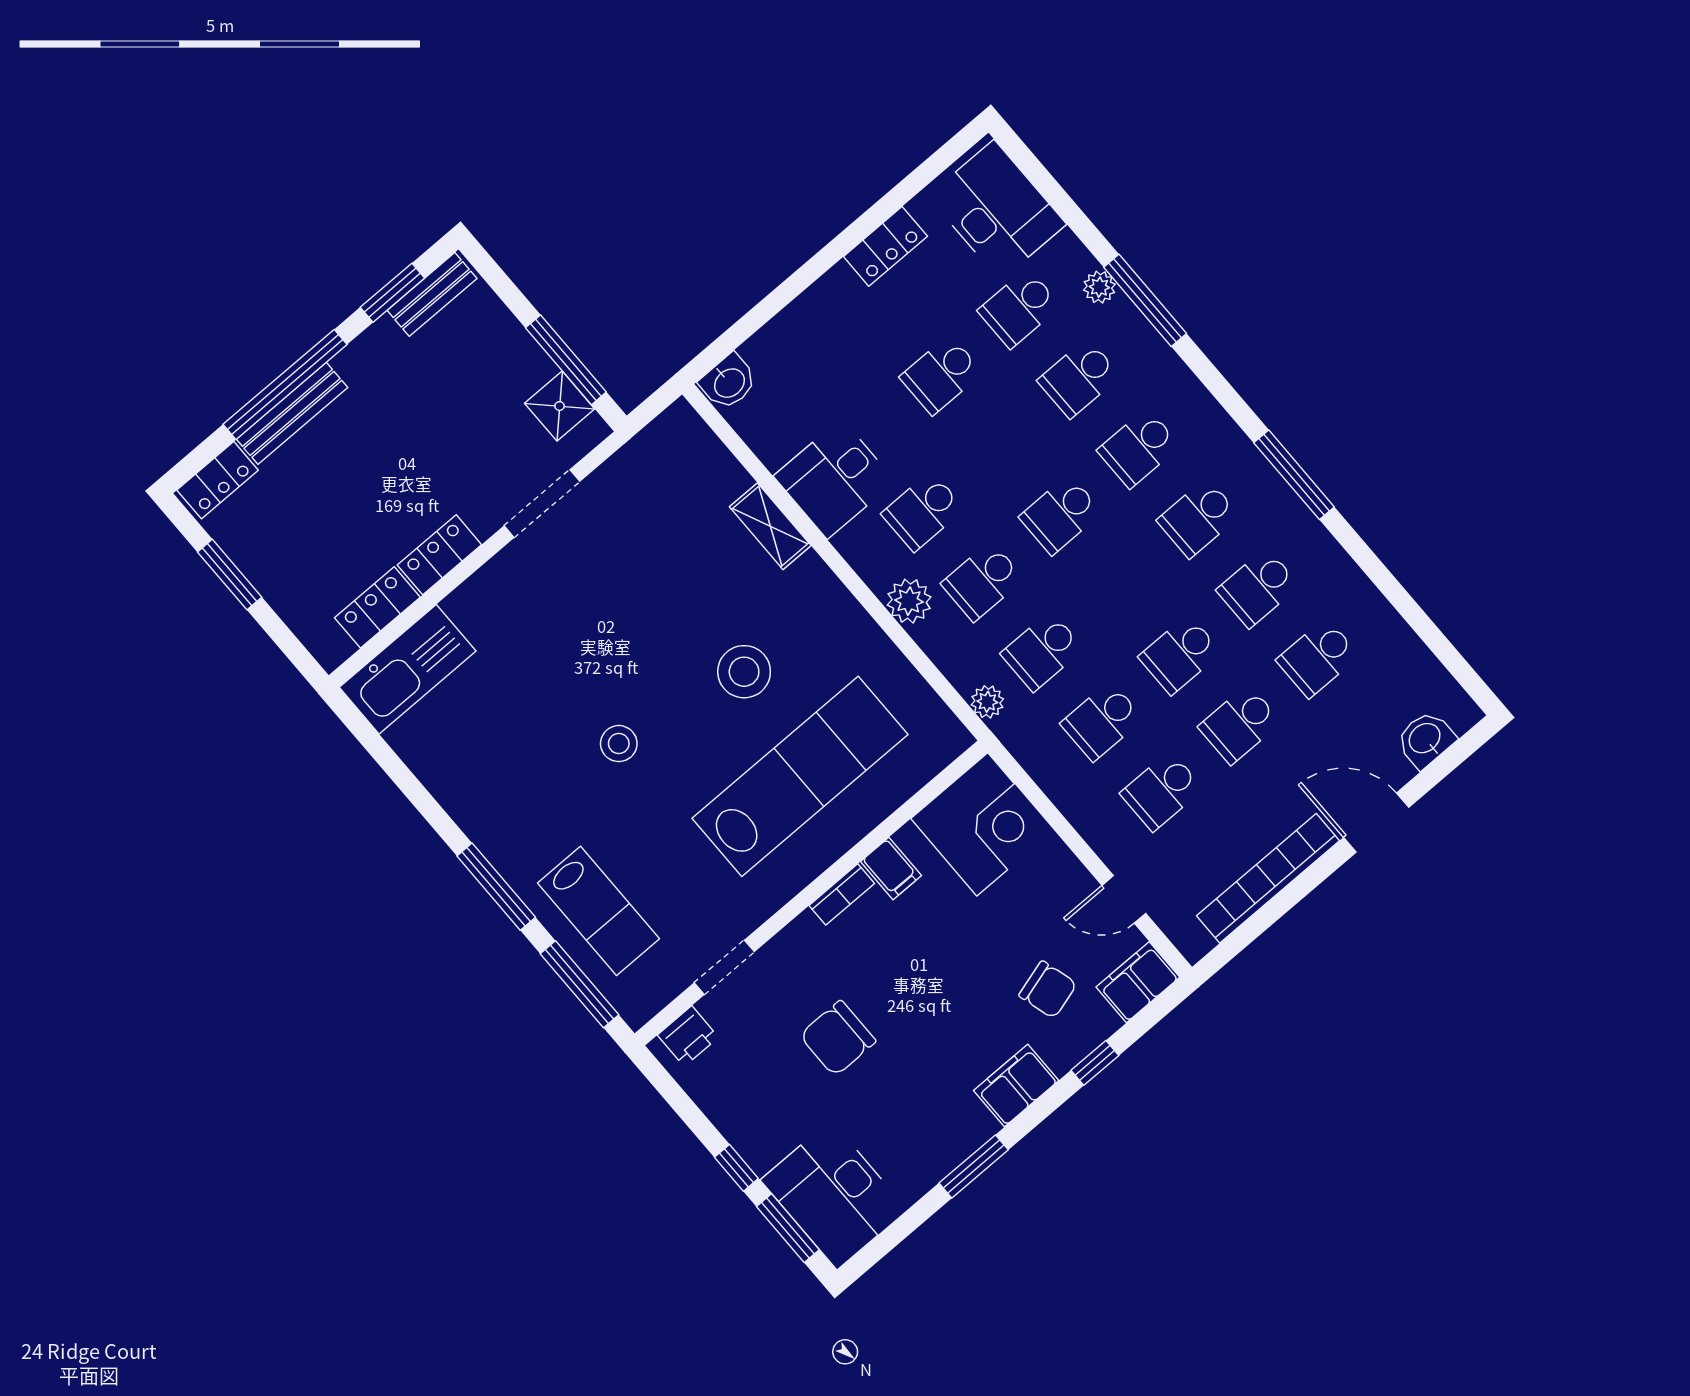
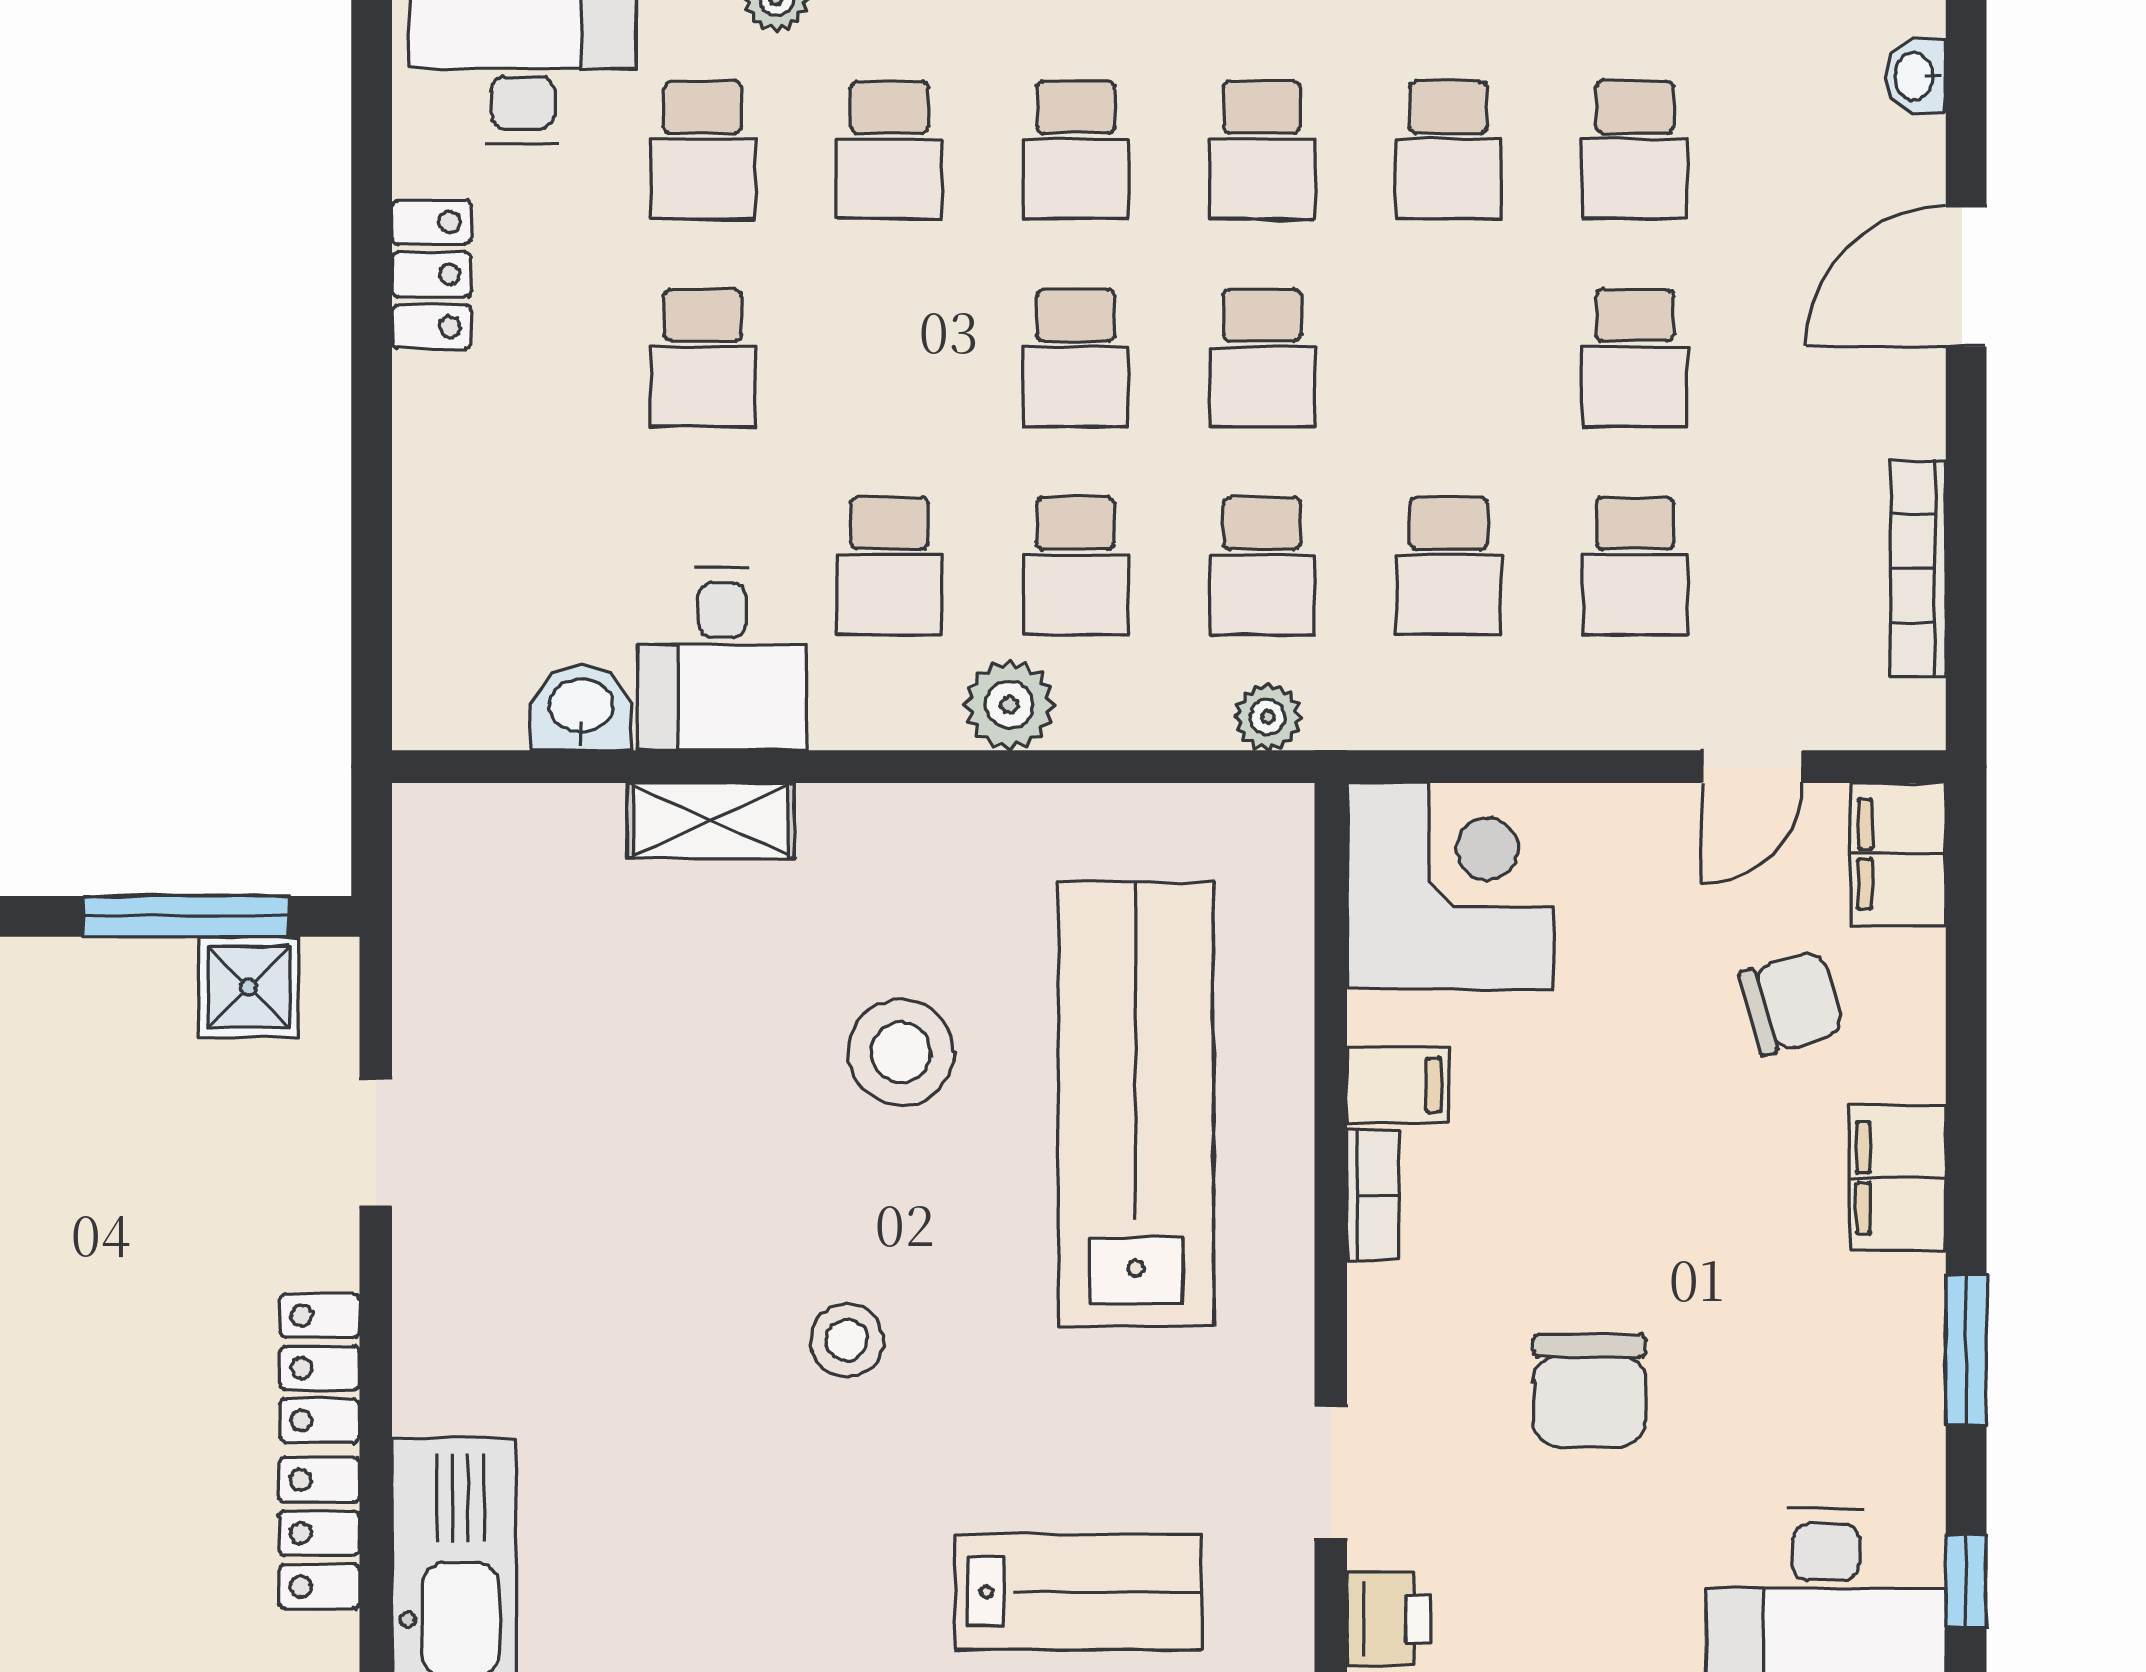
washbasin: (729, 382) -> (581, 708), moved, turned -90
doorway: (542, 504) -> (376, 1143), width x0.73
school desk: (1180, 655) -> (1262, 358), moved
washbasin: (1425, 739) -> (1916, 76), width x0.72, depth x0.69
bookcase: (1268, 878) -> (1918, 568), width x0.68, depth x0.76
window: (1095, 1063) -> (1966, 1581), moved

